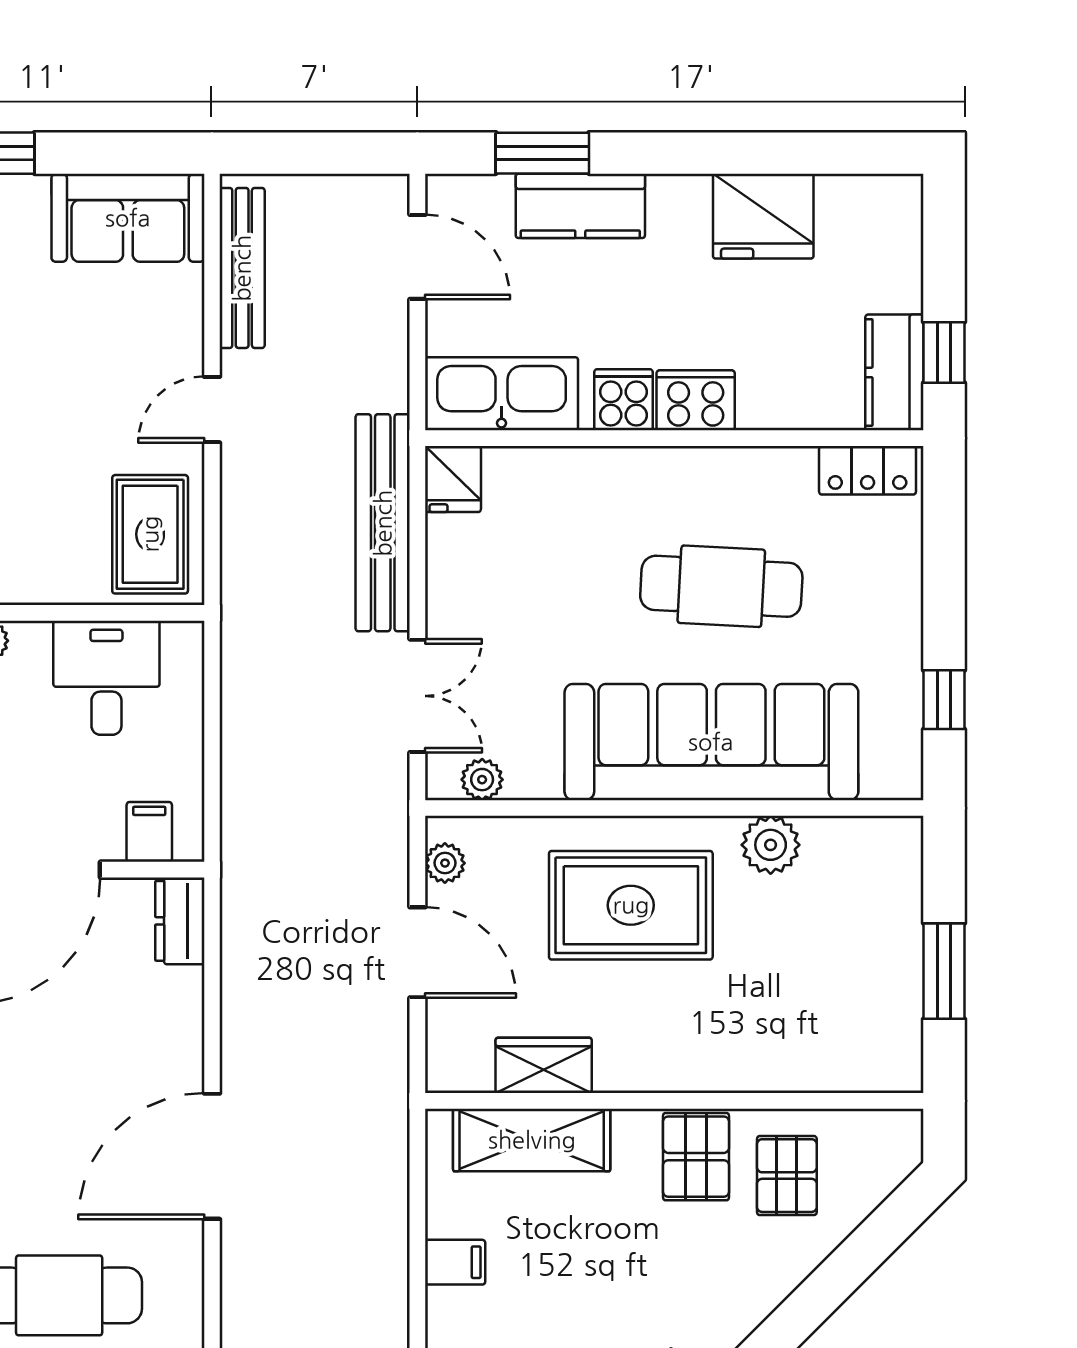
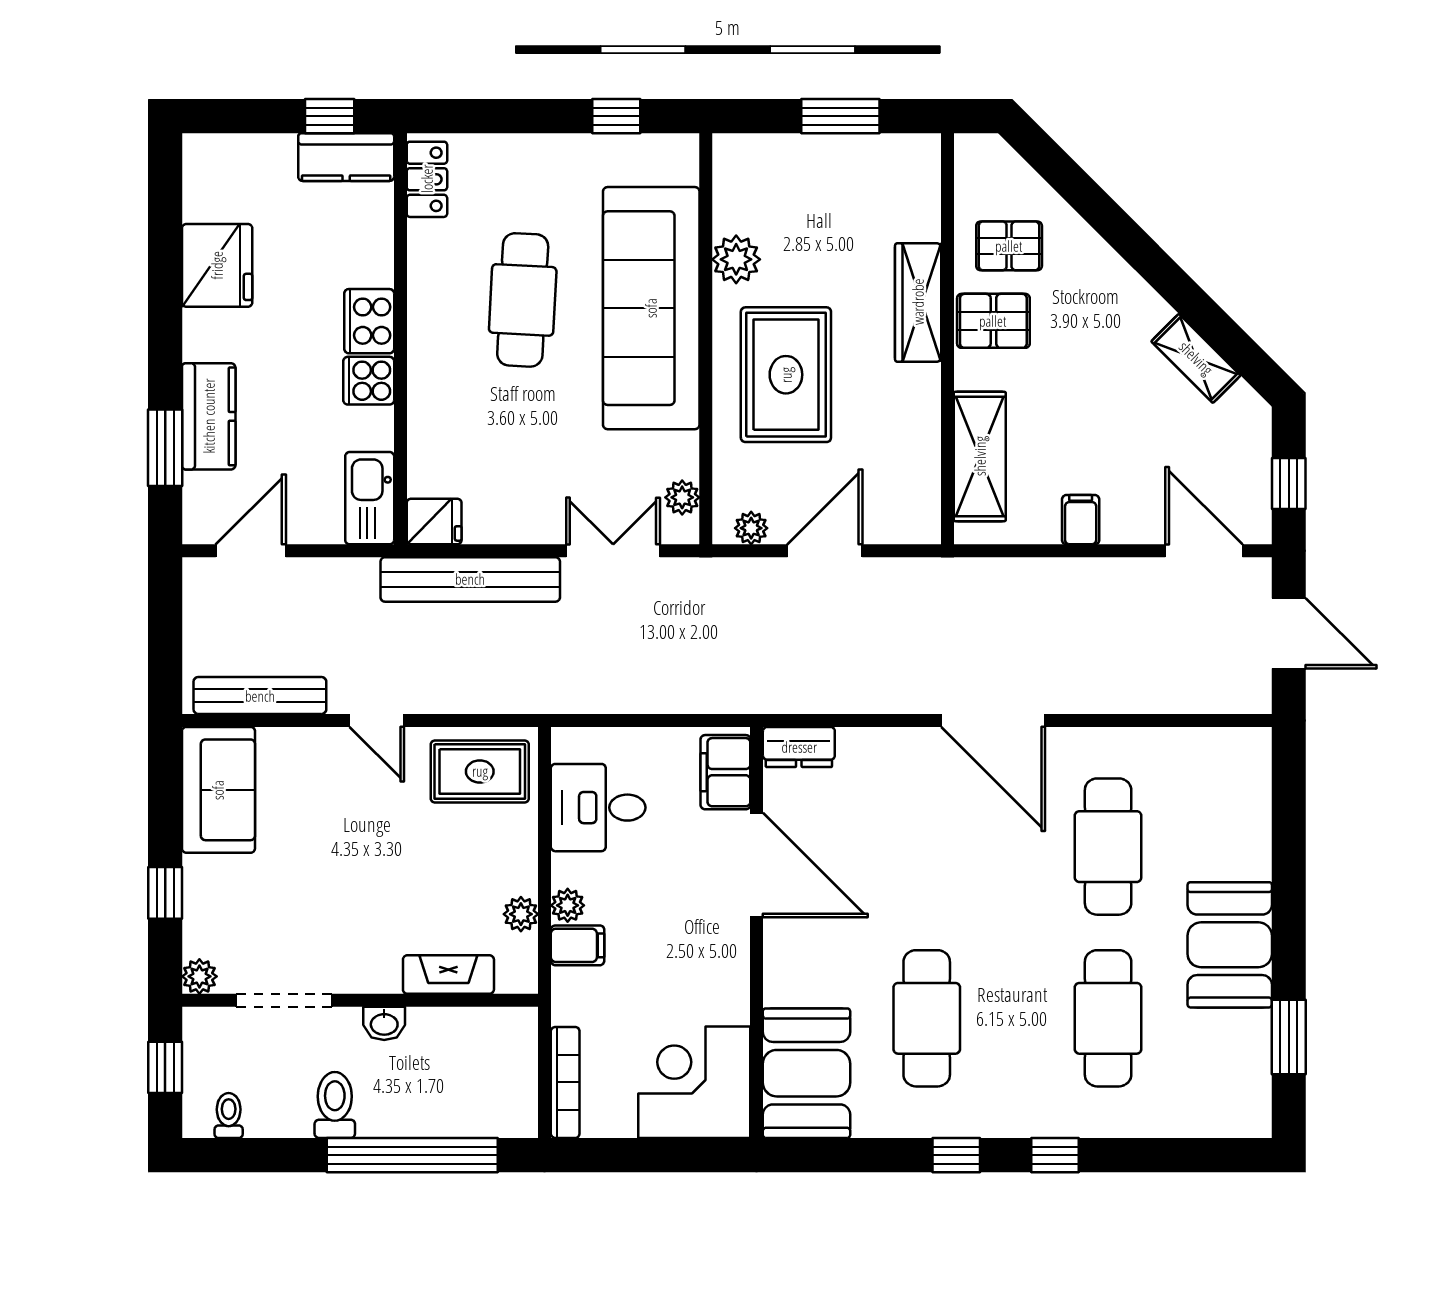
kitchen sink: (502, 394) -> (370, 498), width x0.73, depth x0.81
filing cabinet: (149, 832) -> (725, 772), width x2.00
wardrobe: (544, 1065) -> (918, 302), moved, width x1.50

